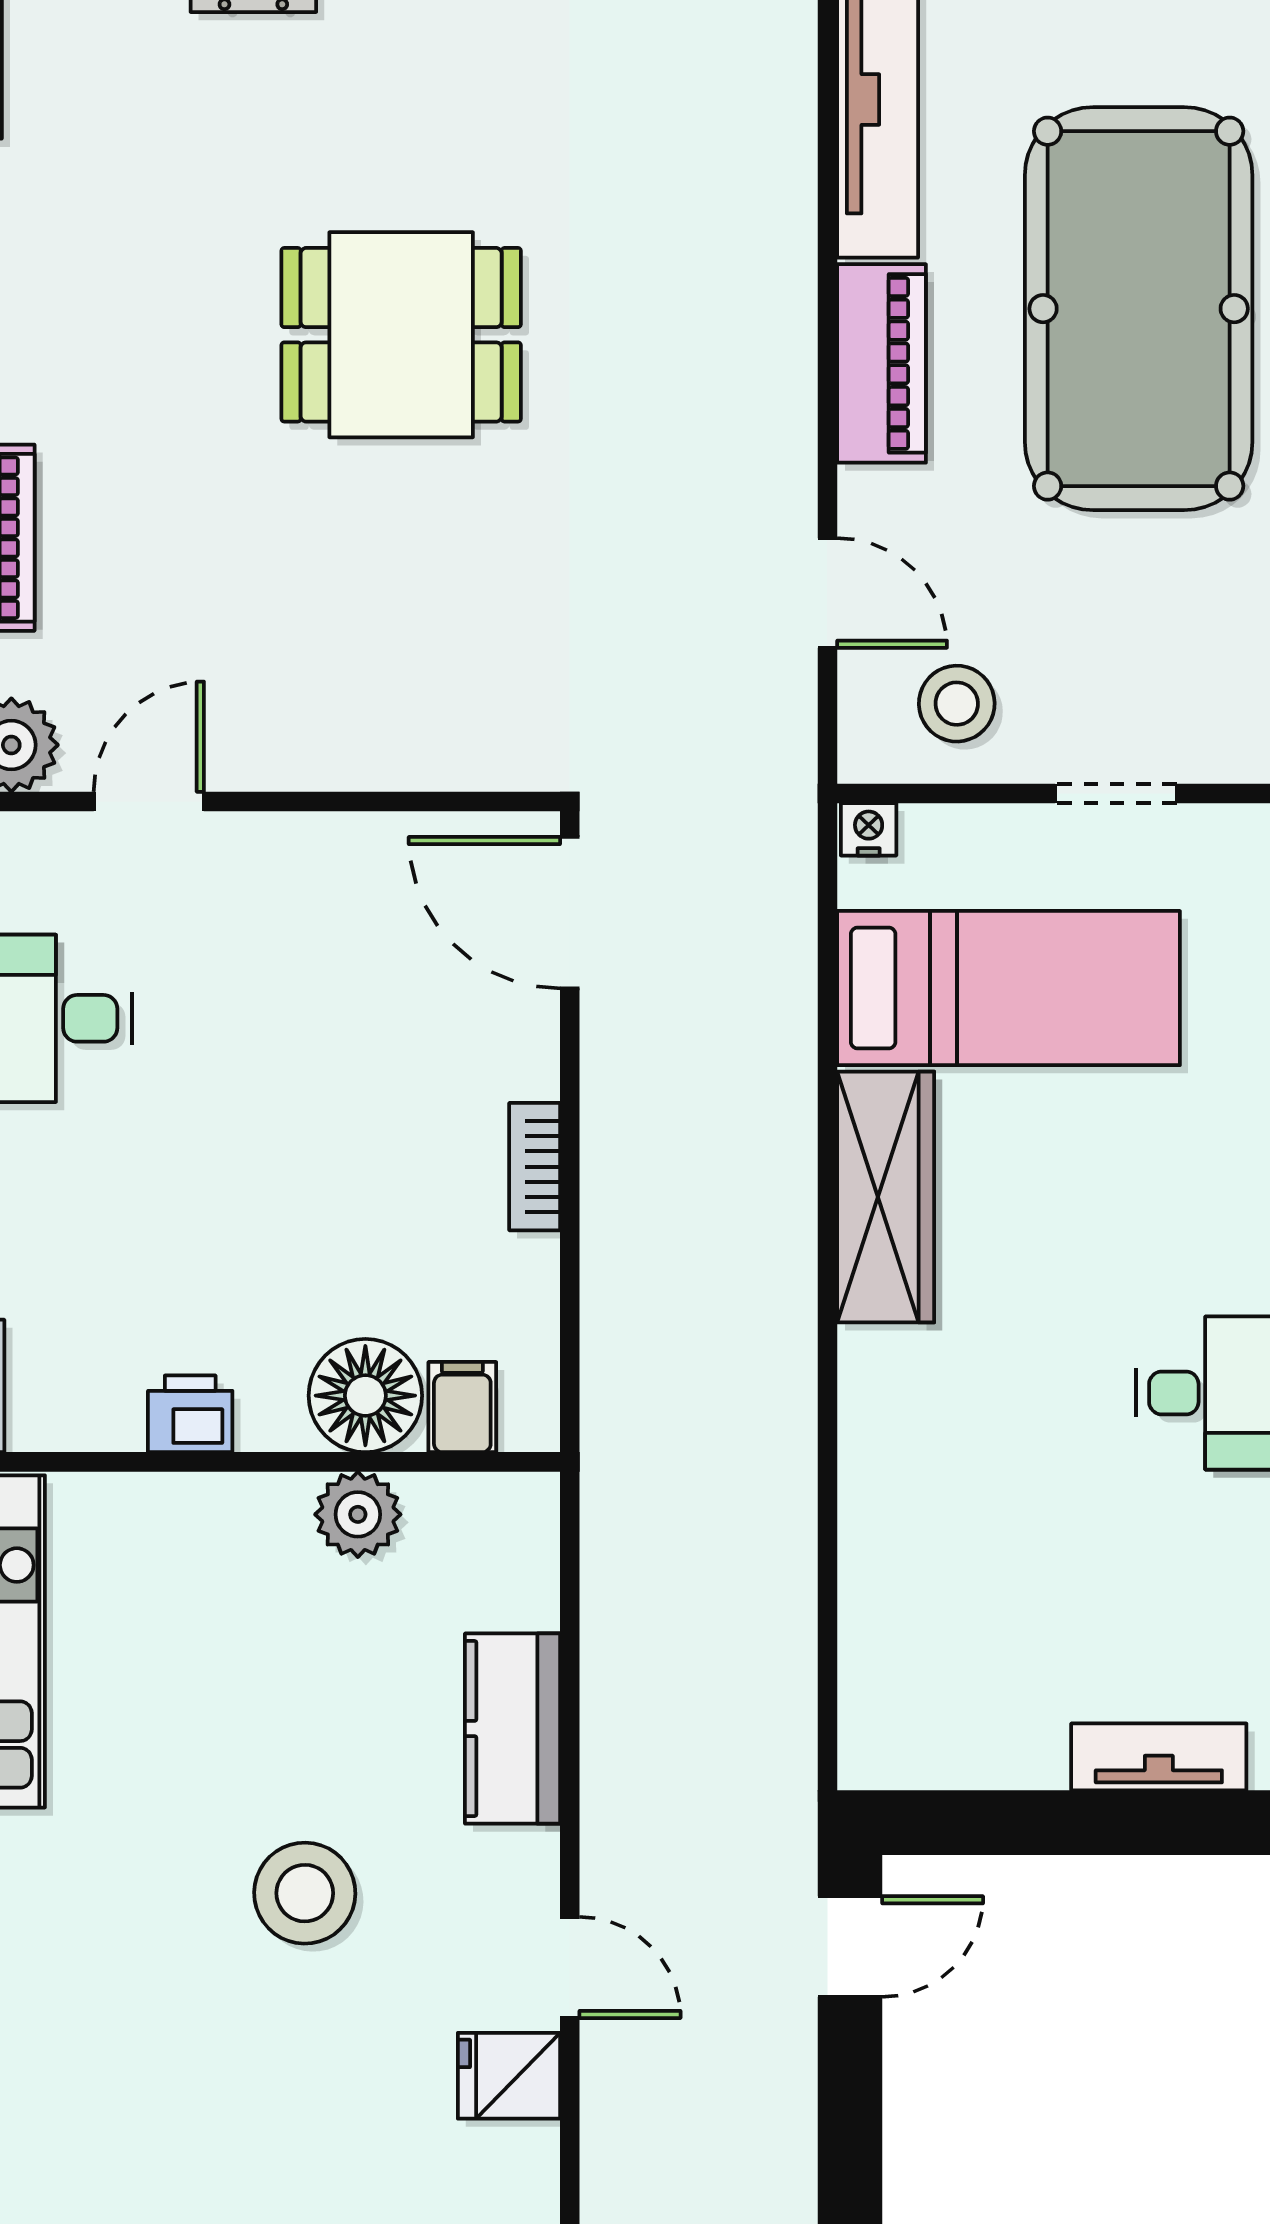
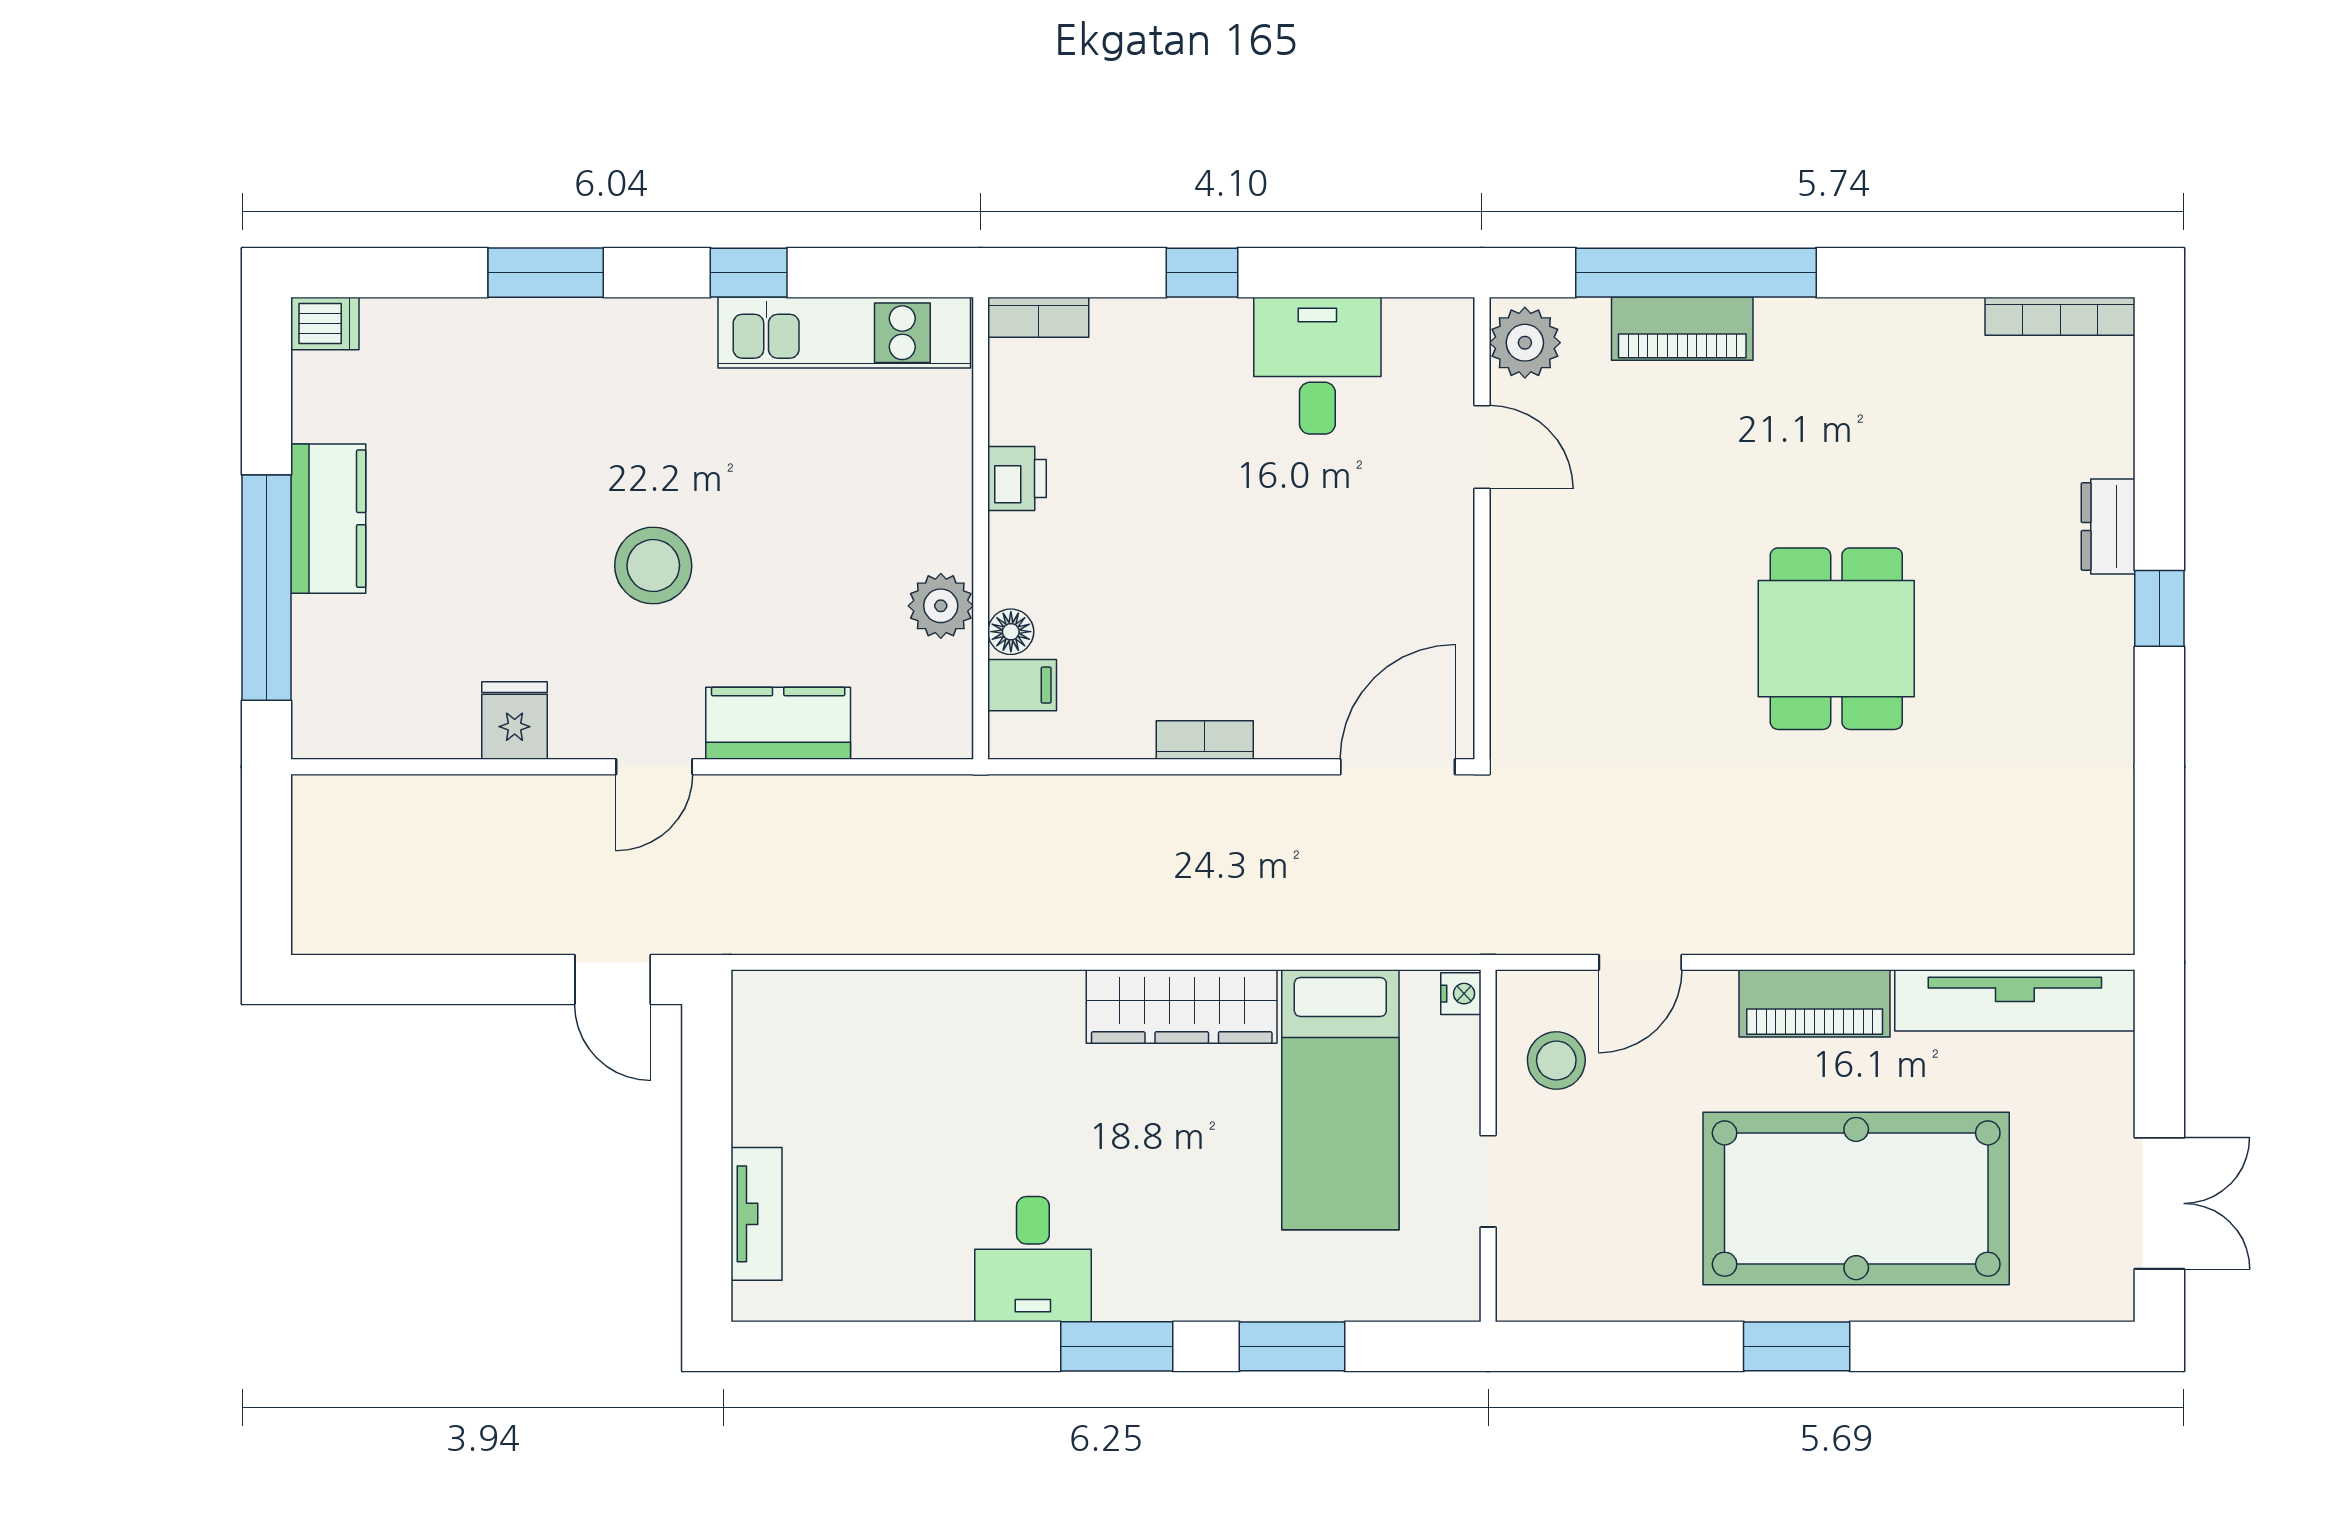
floor lamp: (365, 1396) -> (1011, 632), width x0.53, depth x0.53
door: (570, 1967) -> (654, 767), moved

